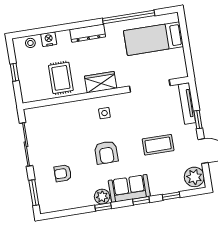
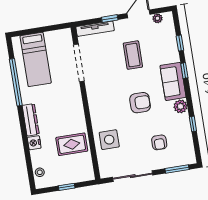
nightstand: (49, 39) -> (34, 143), moved
wardrobe: (101, 82) -> (76, 108), removed
side table: (104, 113) -> (109, 140), moved, width x1.87, depth x1.87
plant: (194, 177) -> (158, 18), width x0.53, depth x0.53
window: (103, 207) -> (193, 124), moved

